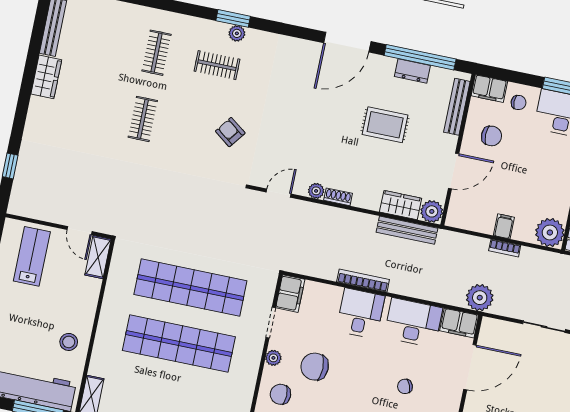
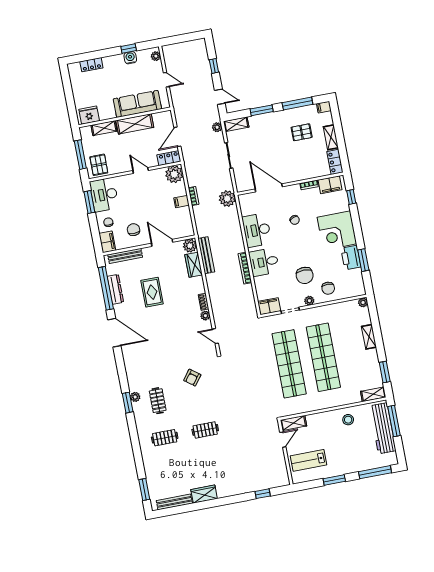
dresser: (412, 71) -> (115, 289), width x1.44
filing cabinet: (459, 323) -> (246, 204), removed

